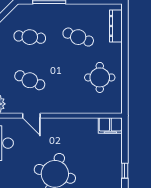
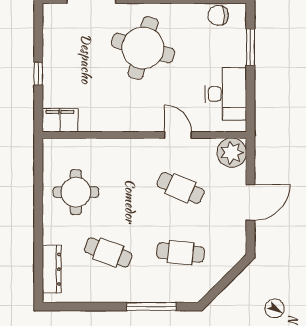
window: (125, 171) -> (38, 74), moved

